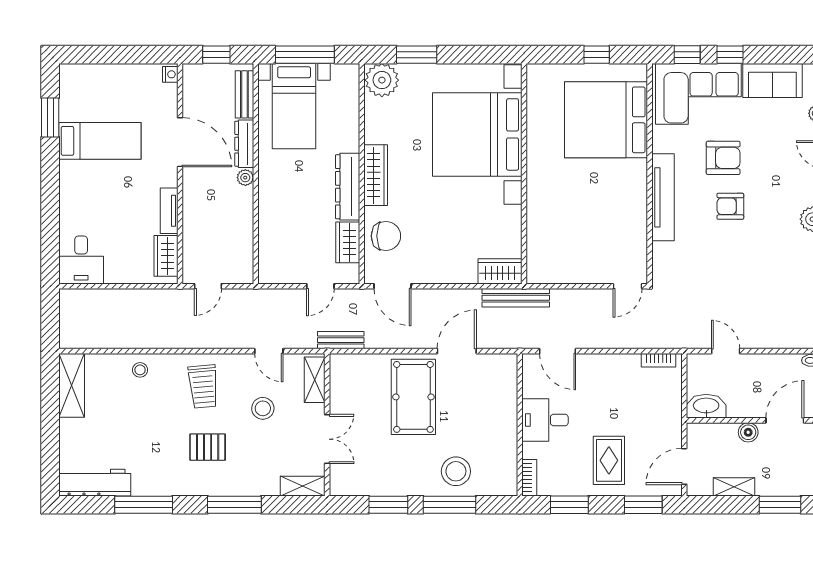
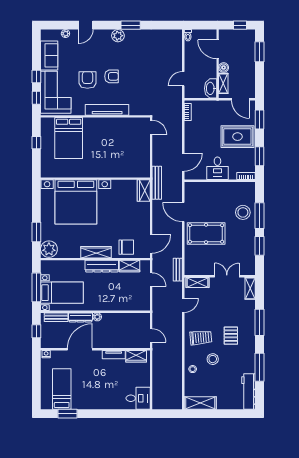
bed: (606, 120) -> (69, 138), width x0.73
bed: (100, 141) -> (62, 389), moved
armchair: (730, 206) -> (111, 76), turned -90
chair: (386, 236) -> (126, 247), turned 90
stool: (263, 408) -> (213, 359), moved
rug: (609, 460) -> (237, 137), width x1.36, depth x1.43
shelving: (734, 487) -> (223, 83), moved

